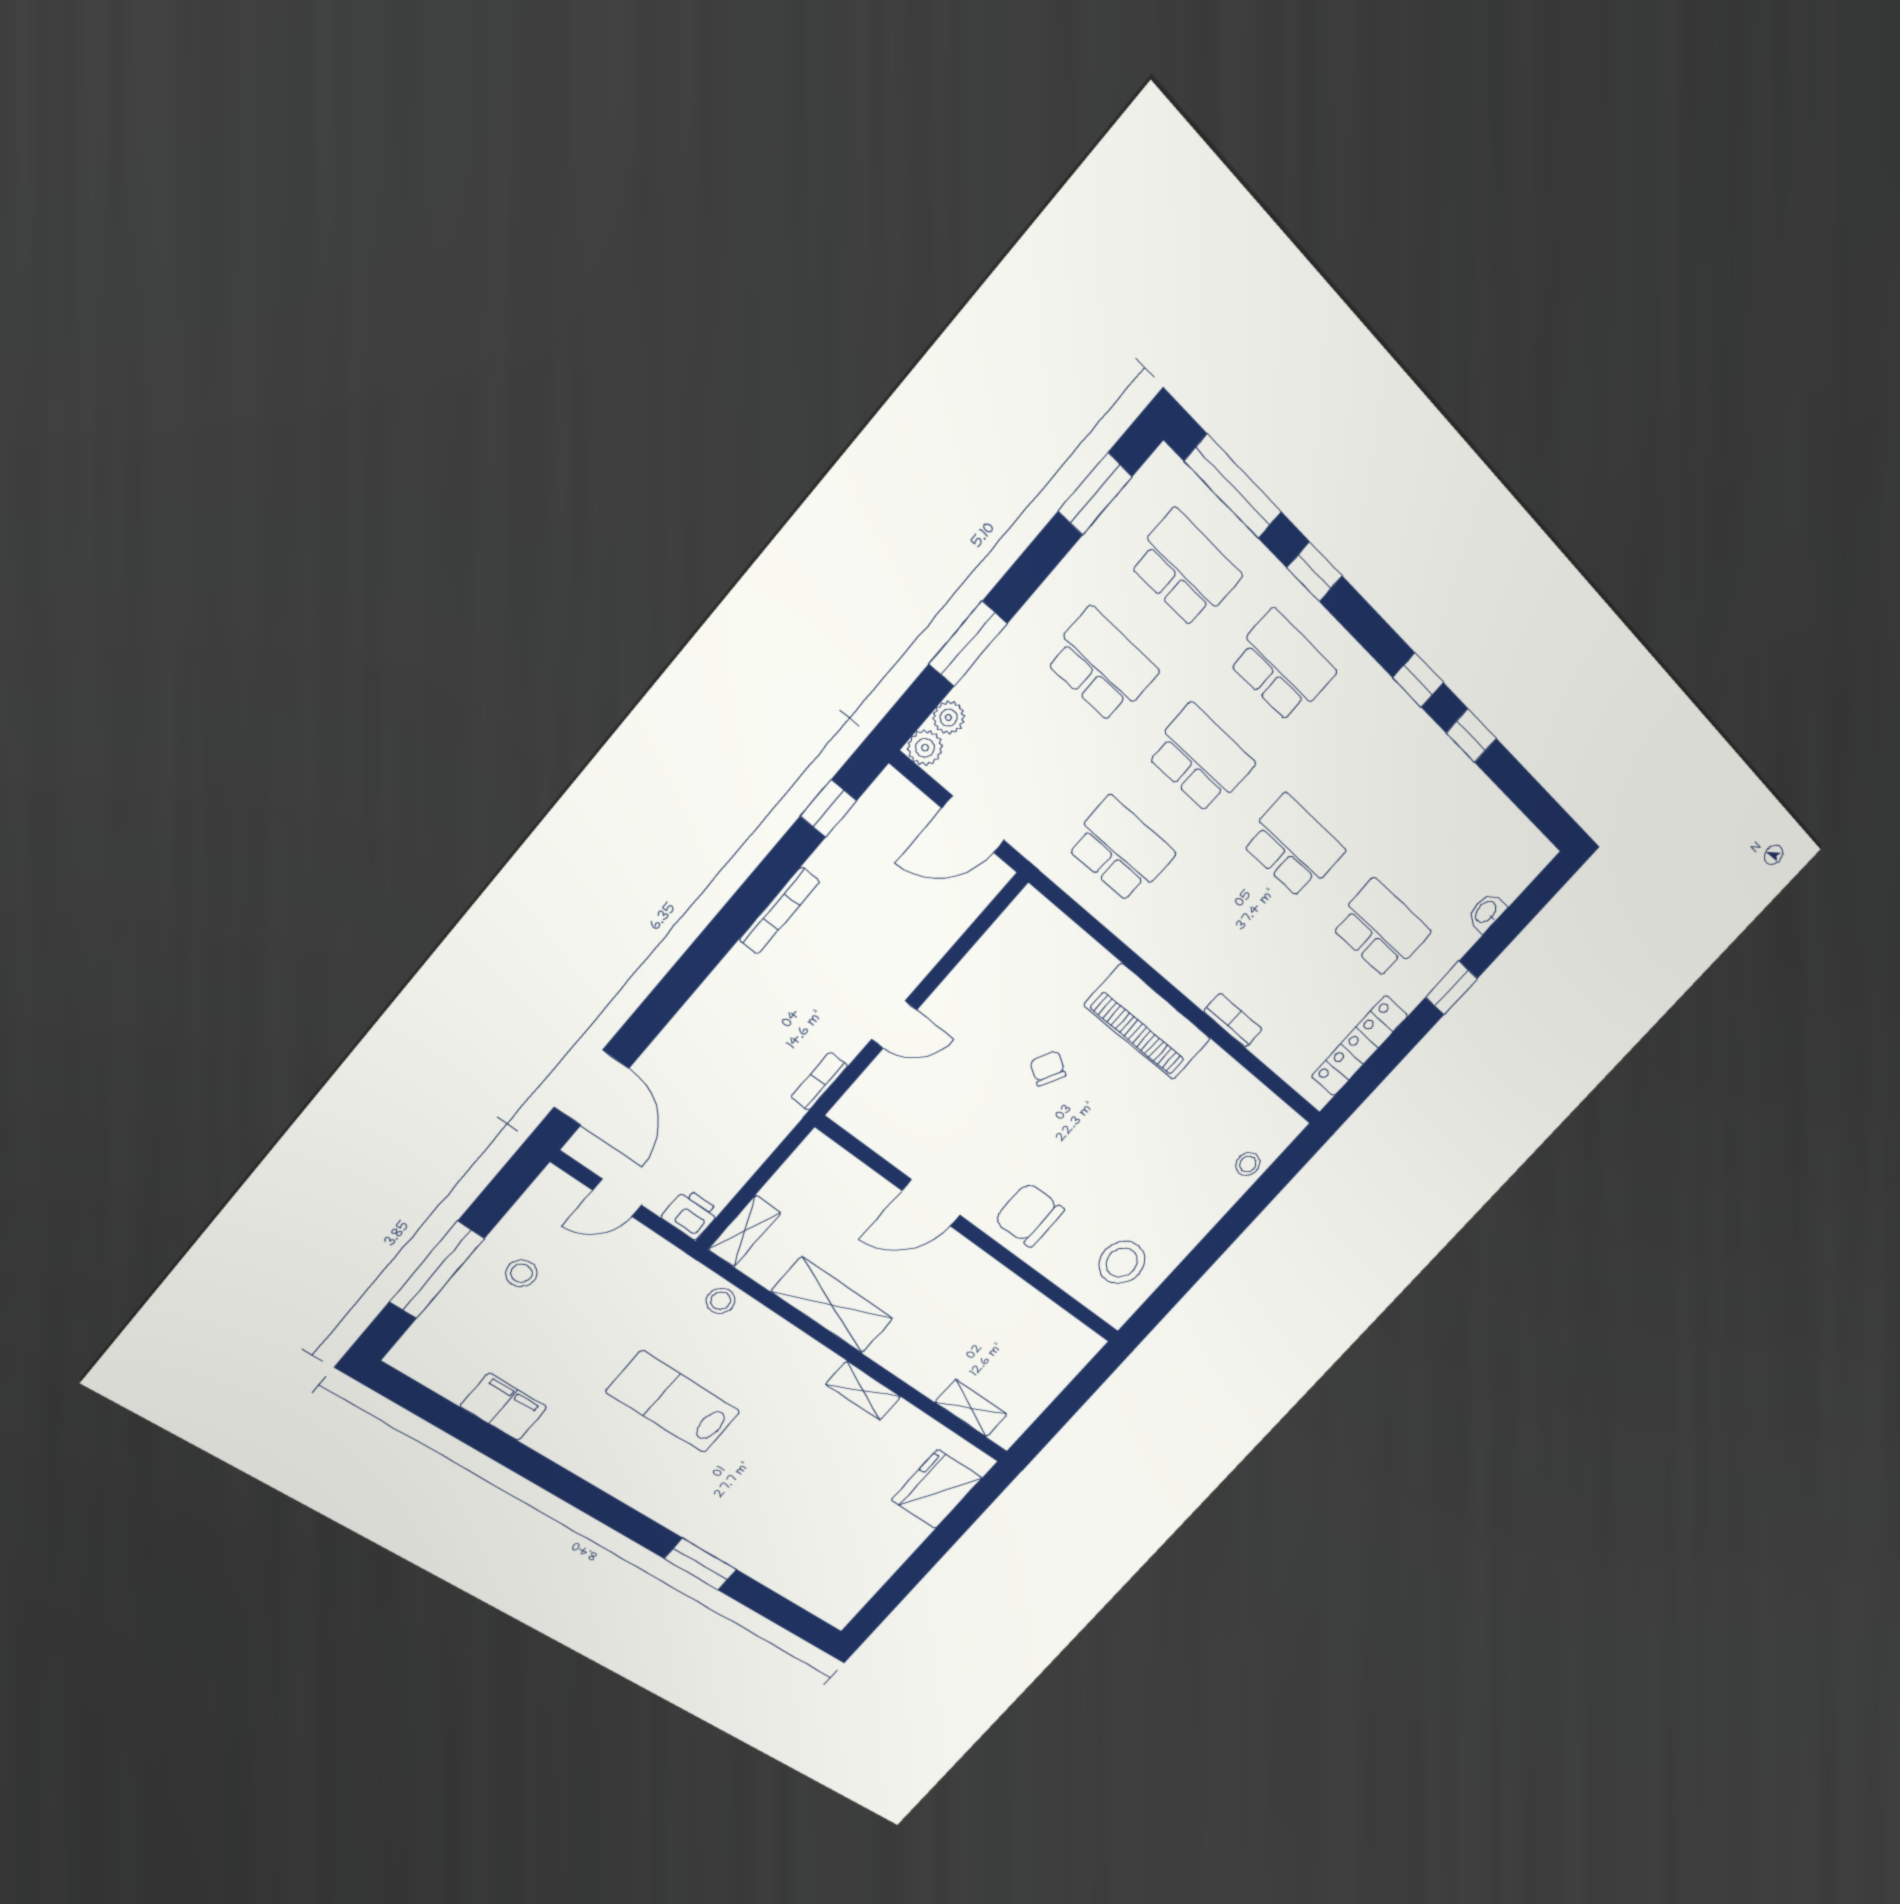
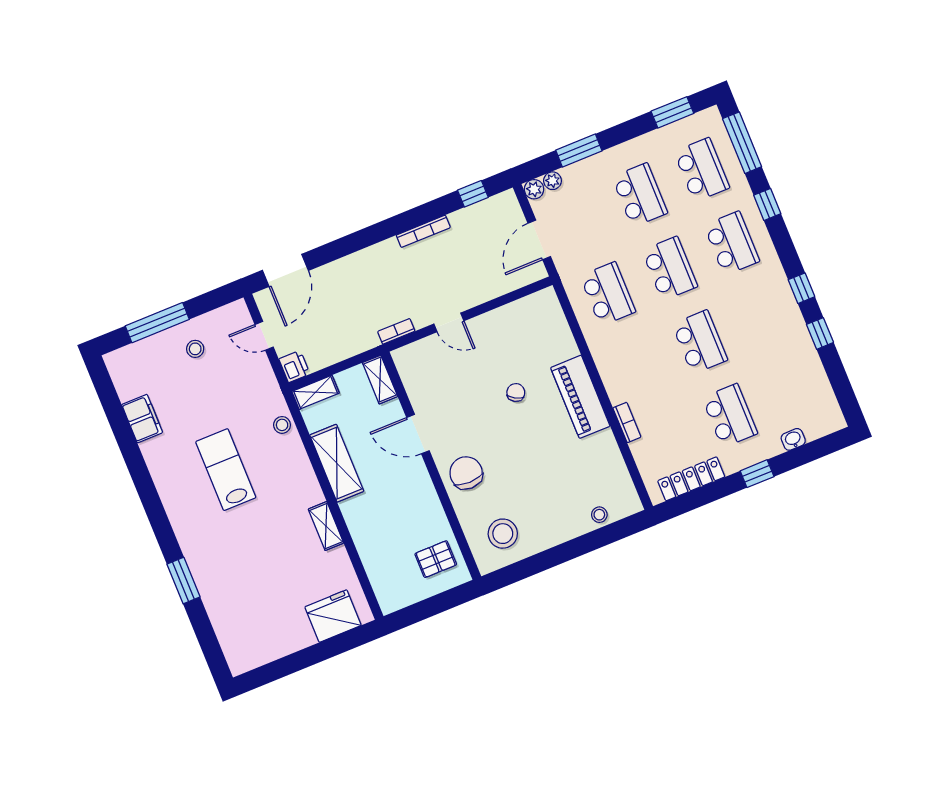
door: (973, 824) -> (539, 240), hinge flipped
pallet: (1043, 1345) -> (436, 559), added
shelving: (971, 1408) -> (380, 380), moved

